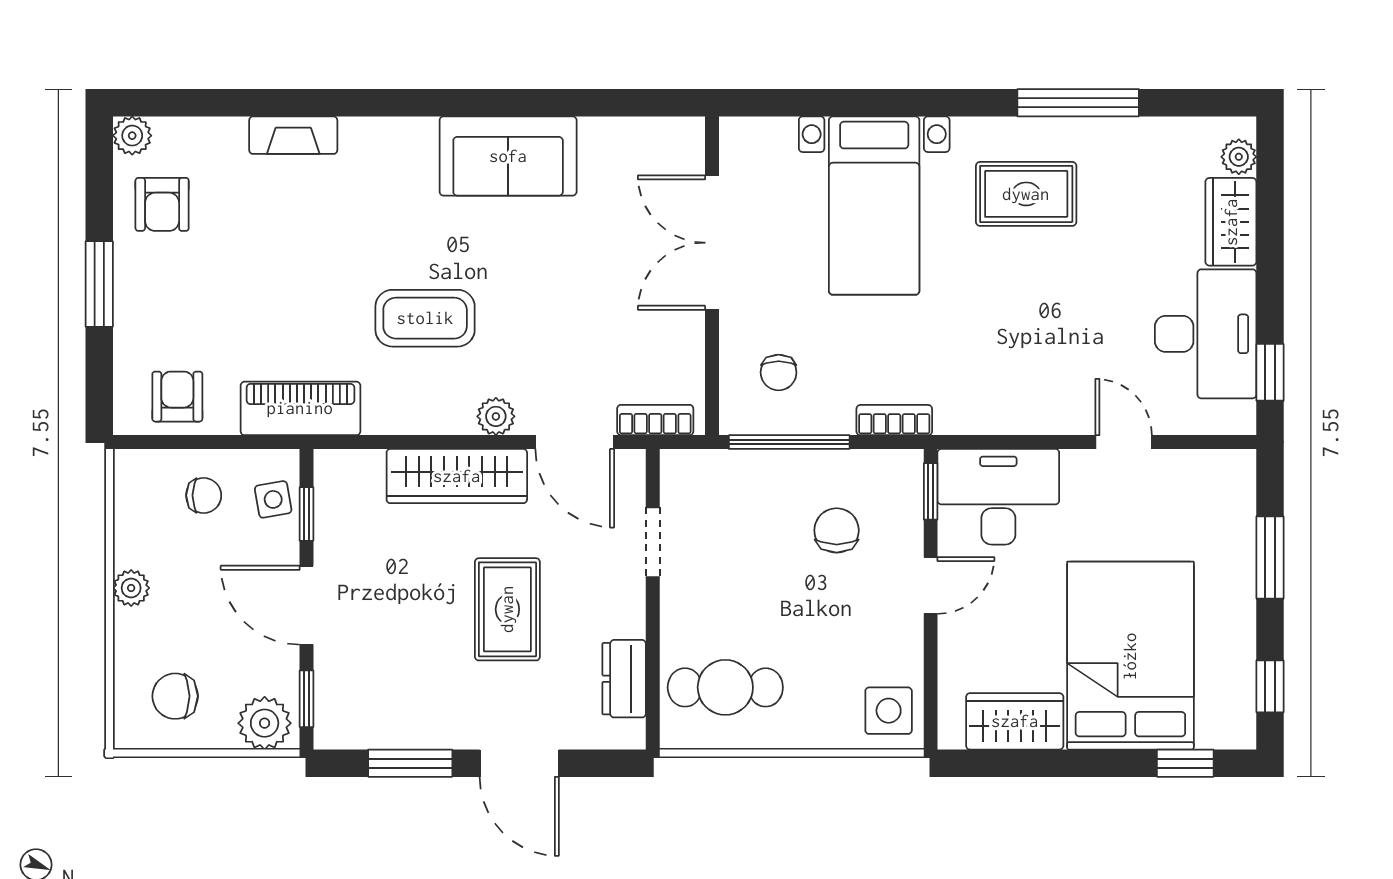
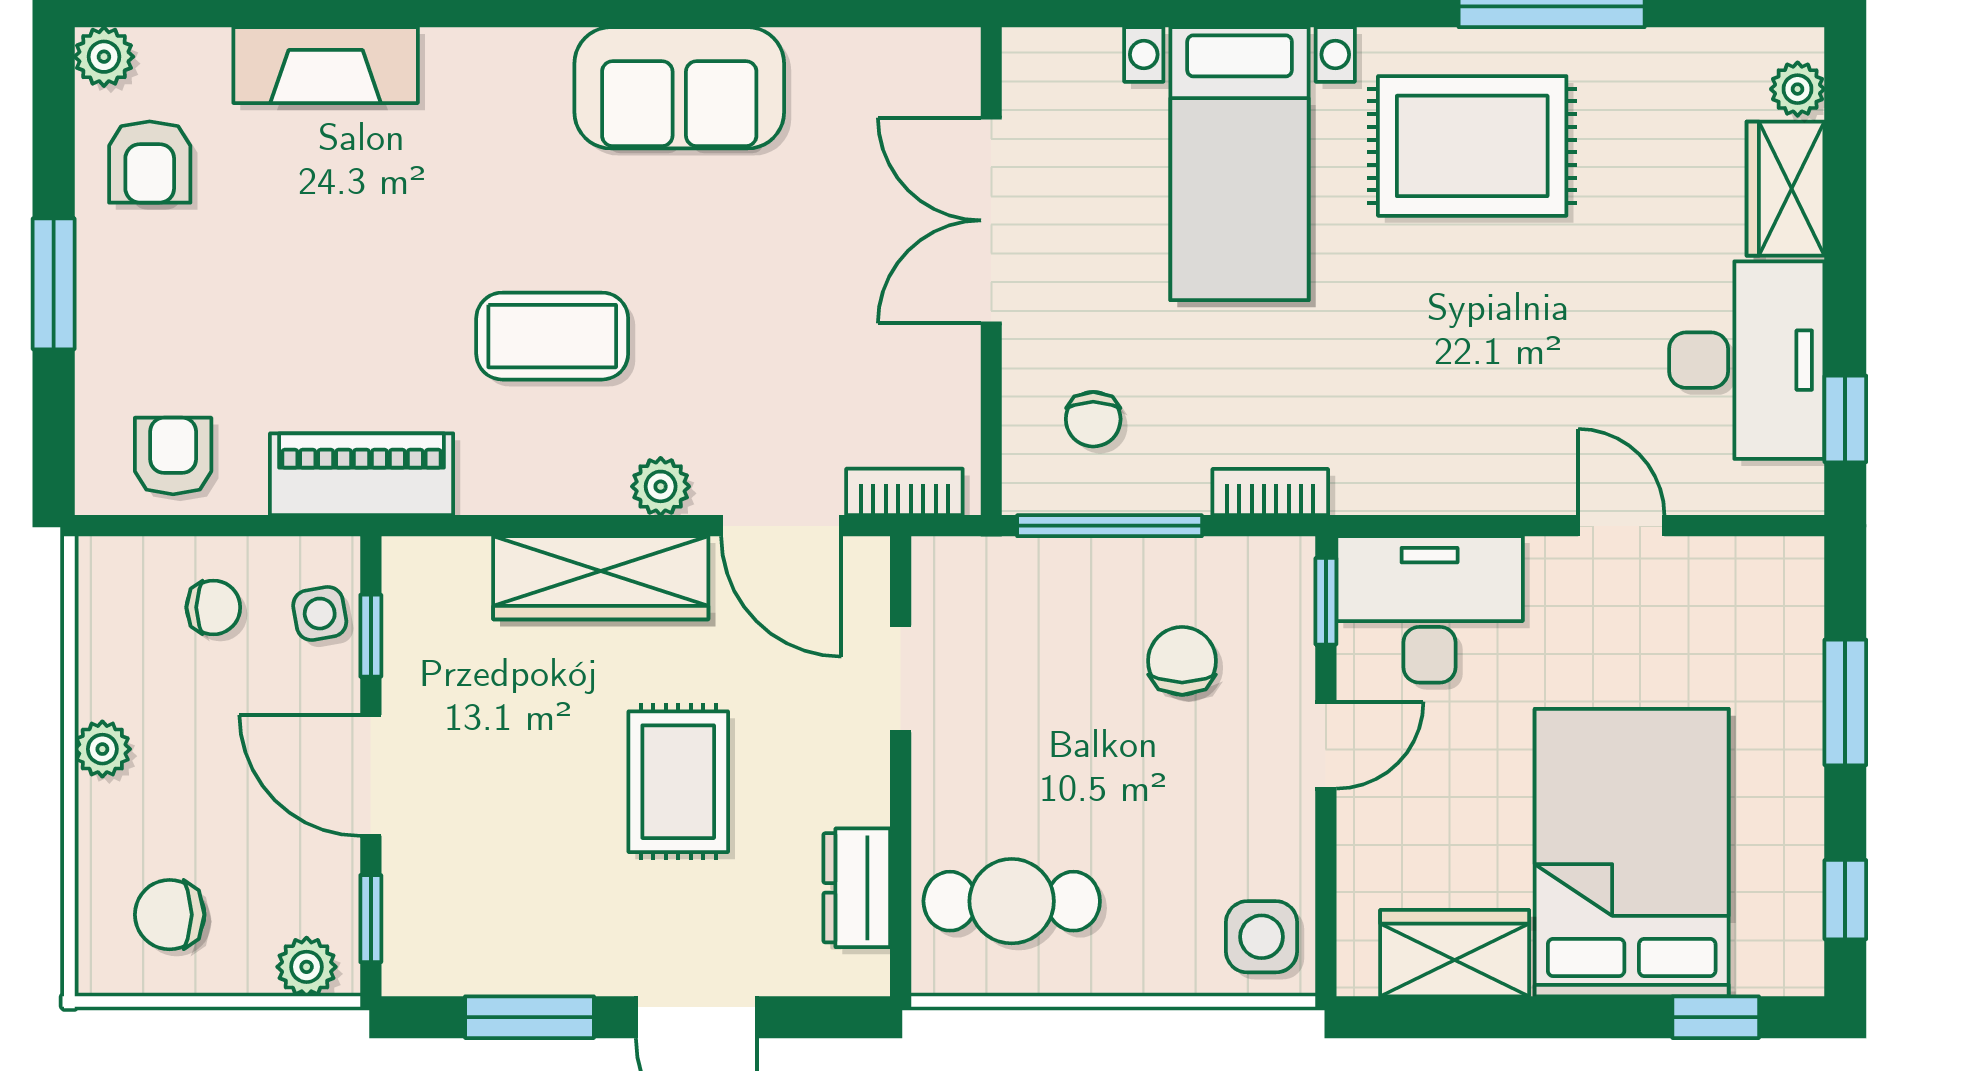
fireplace: (293, 135) -> (326, 65), width x1.37, depth x1.32
rug: (1026, 194) -> (1472, 146), width x1.36, depth x1.43
plant: (265, 723) -> (307, 967), width x0.73, depth x0.73

